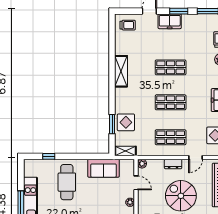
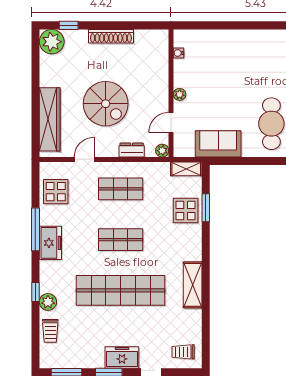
shop shelf: (171, 67) -> (121, 290), width x2.00, depth x1.36
dresser: (173, 164) -> (132, 150), moved
door: (136, 183) -> (171, 123), hinge flipped

